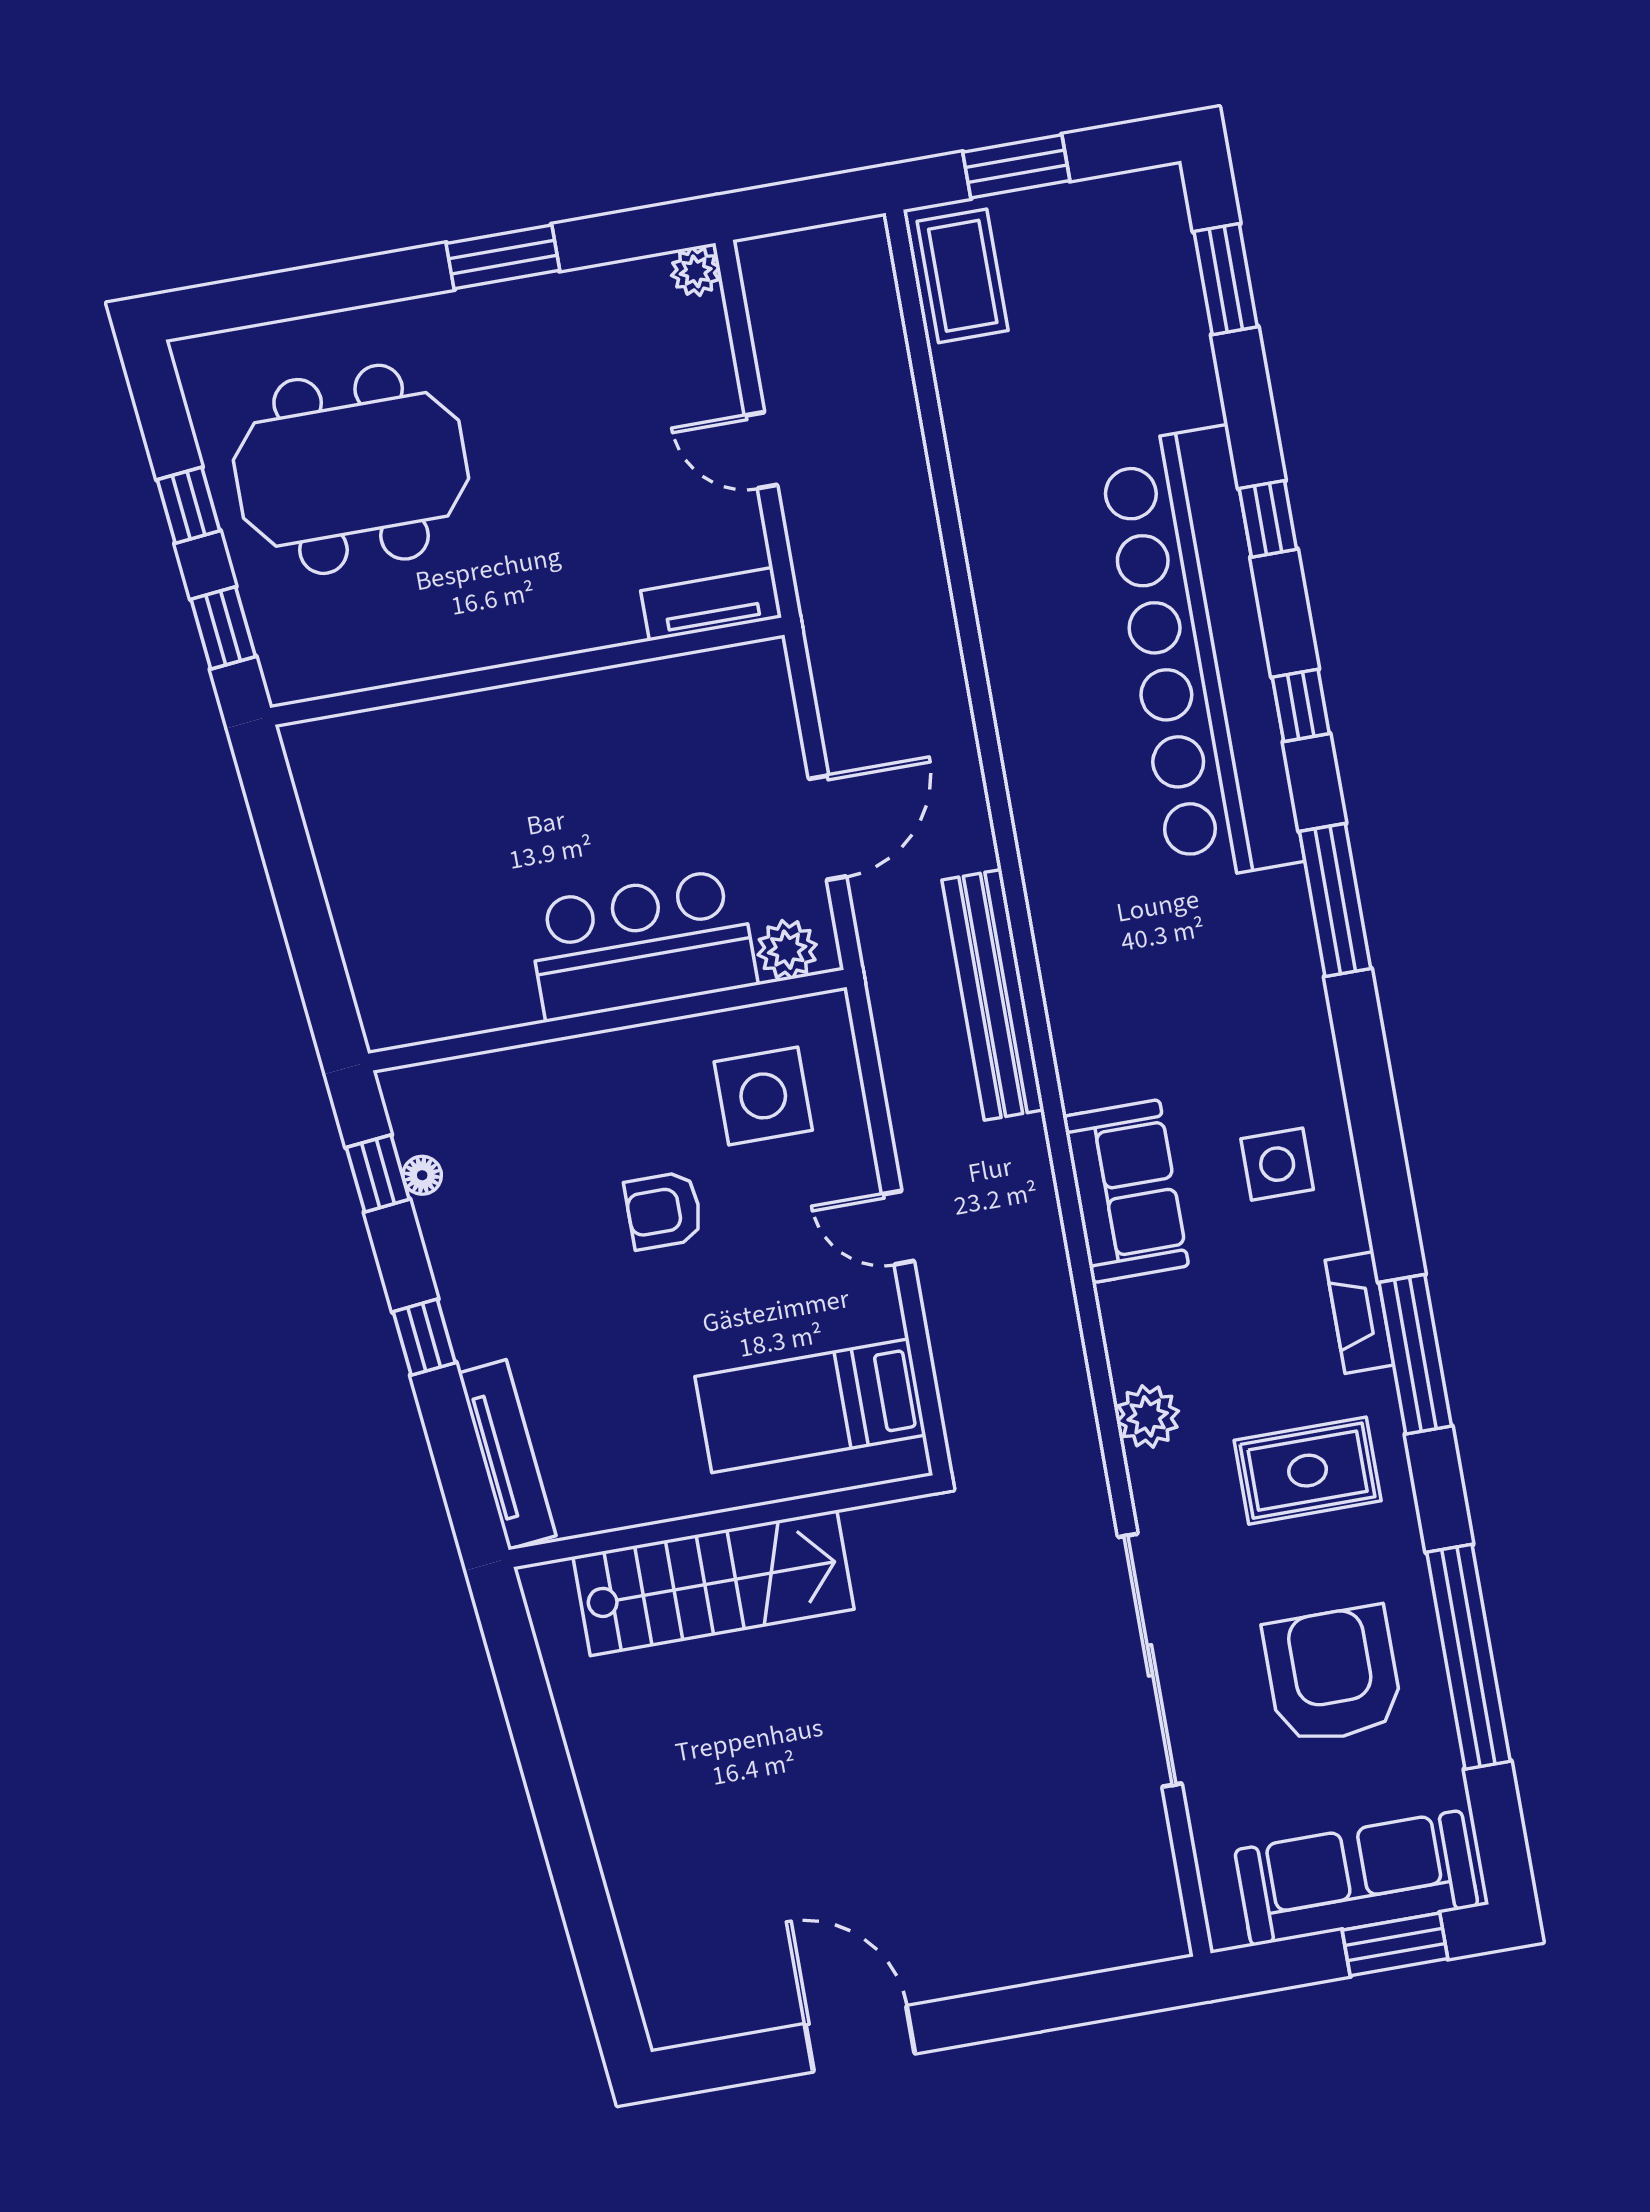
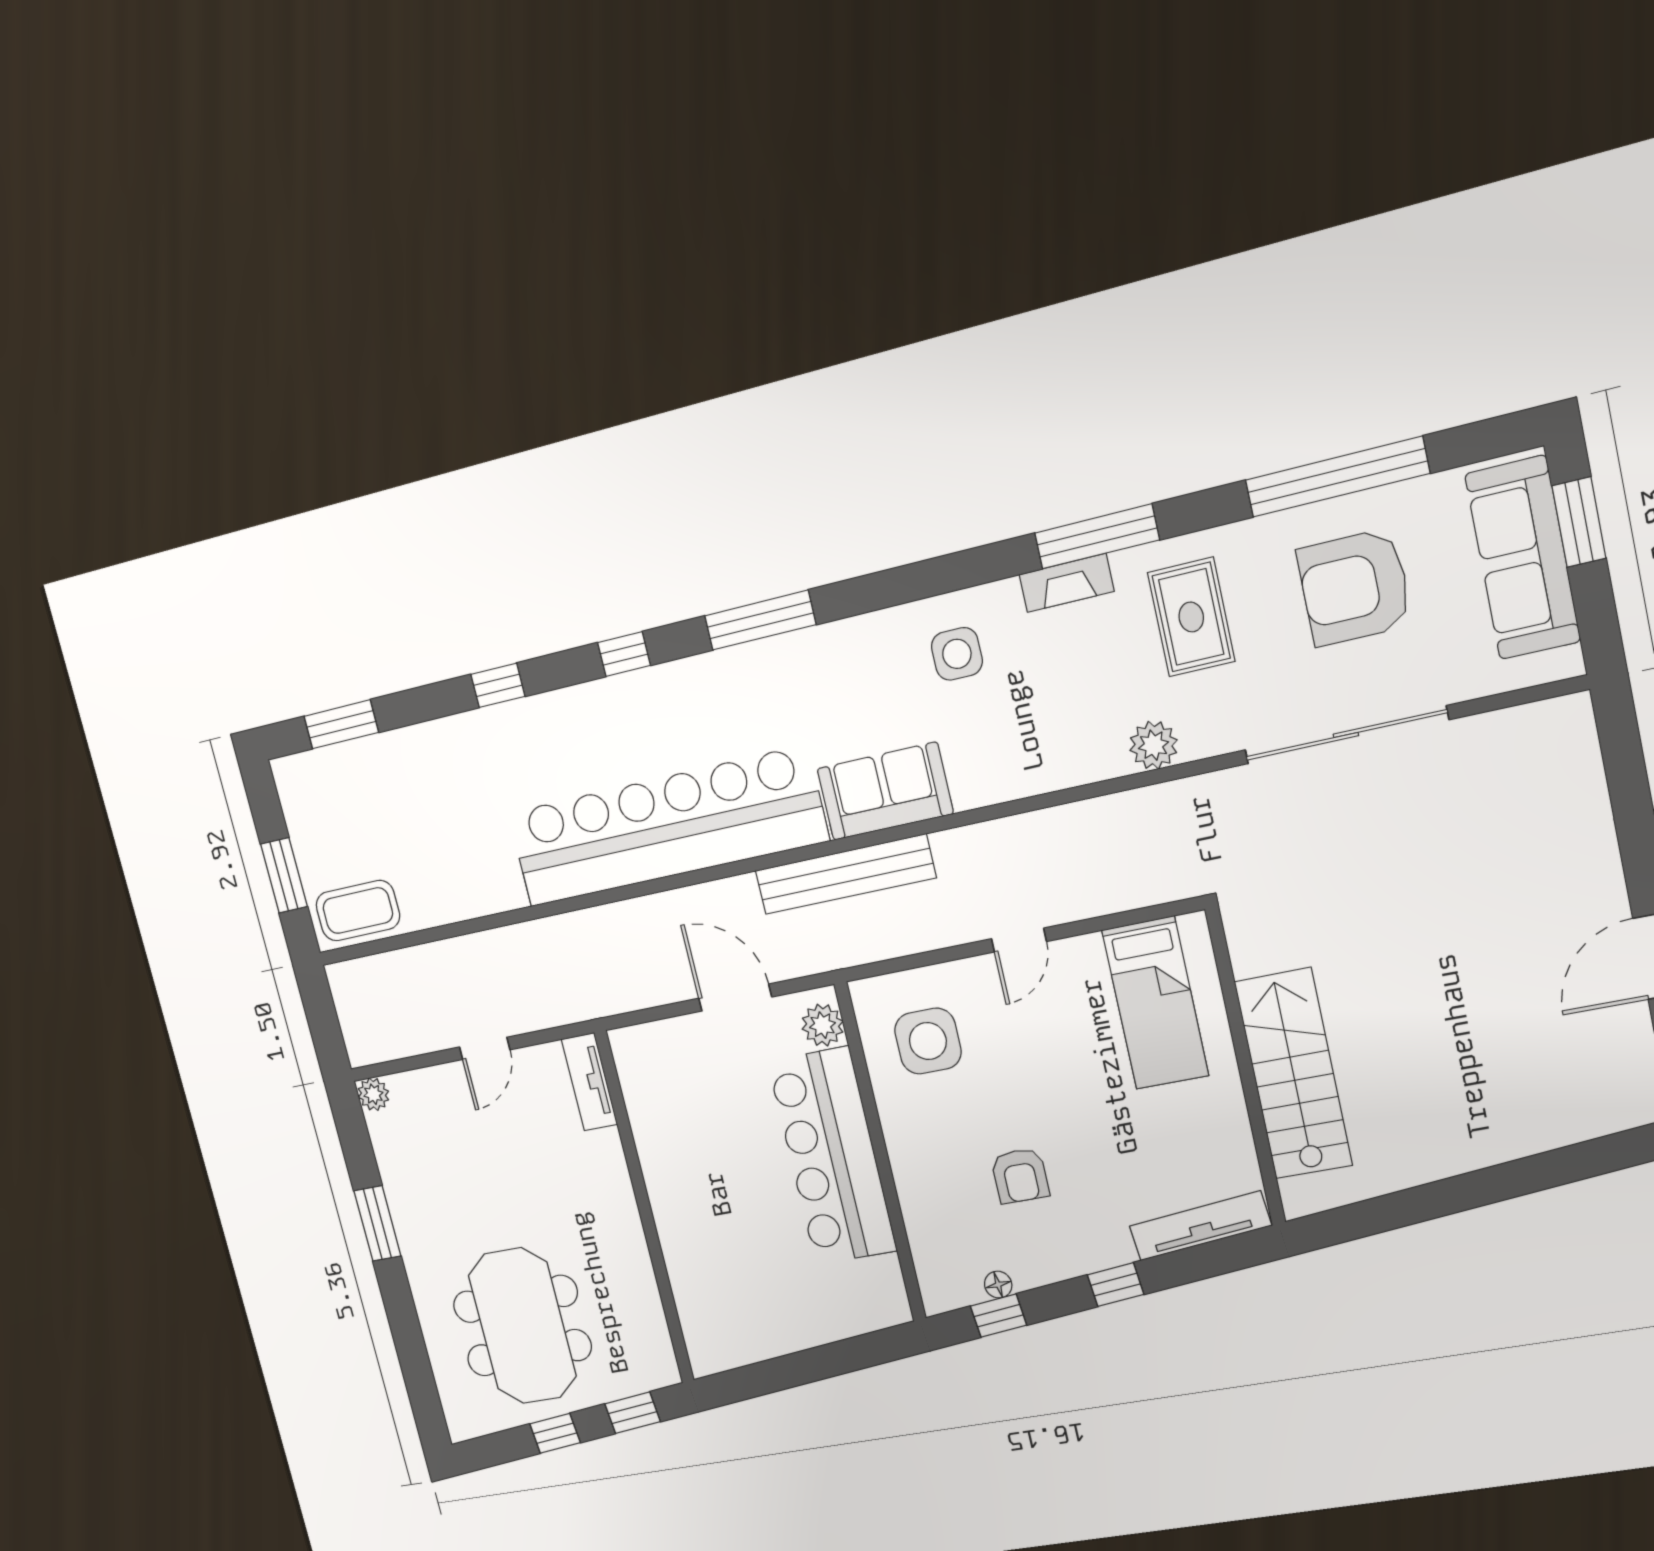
bar counter: (1201, 654) -> (667, 827), moved, turned 180
bar counter: (642, 945) -> (832, 1156), width x1.36
sofa: (1126, 1191) -> (885, 791), moved
armchair: (664, 1210) -> (1020, 1176), moved

